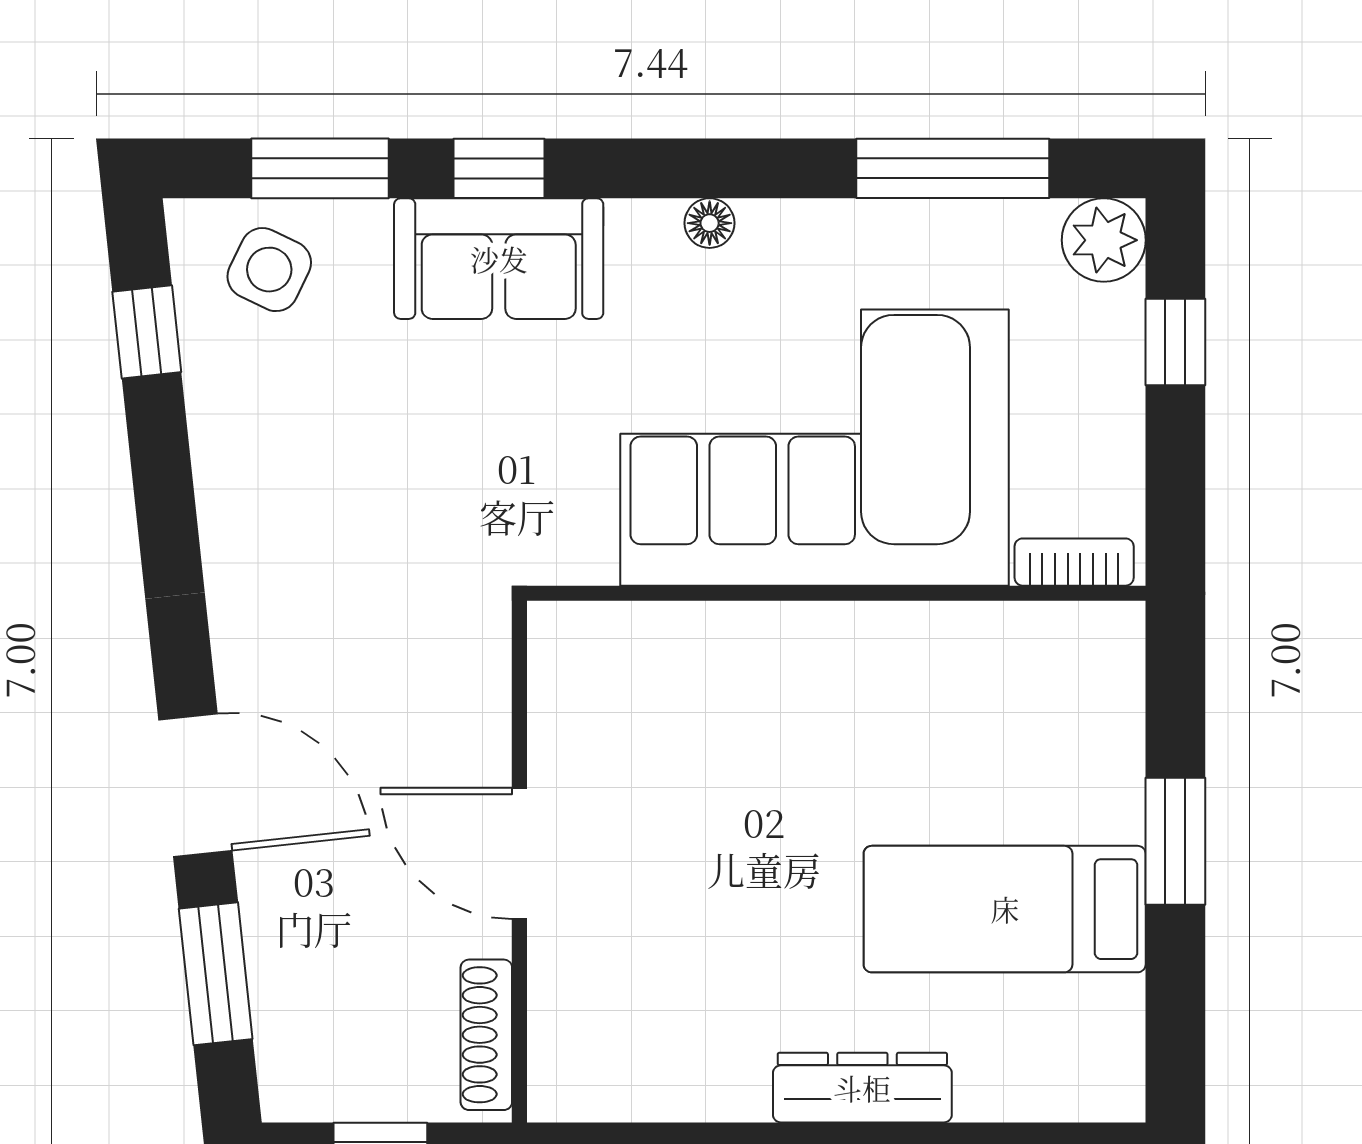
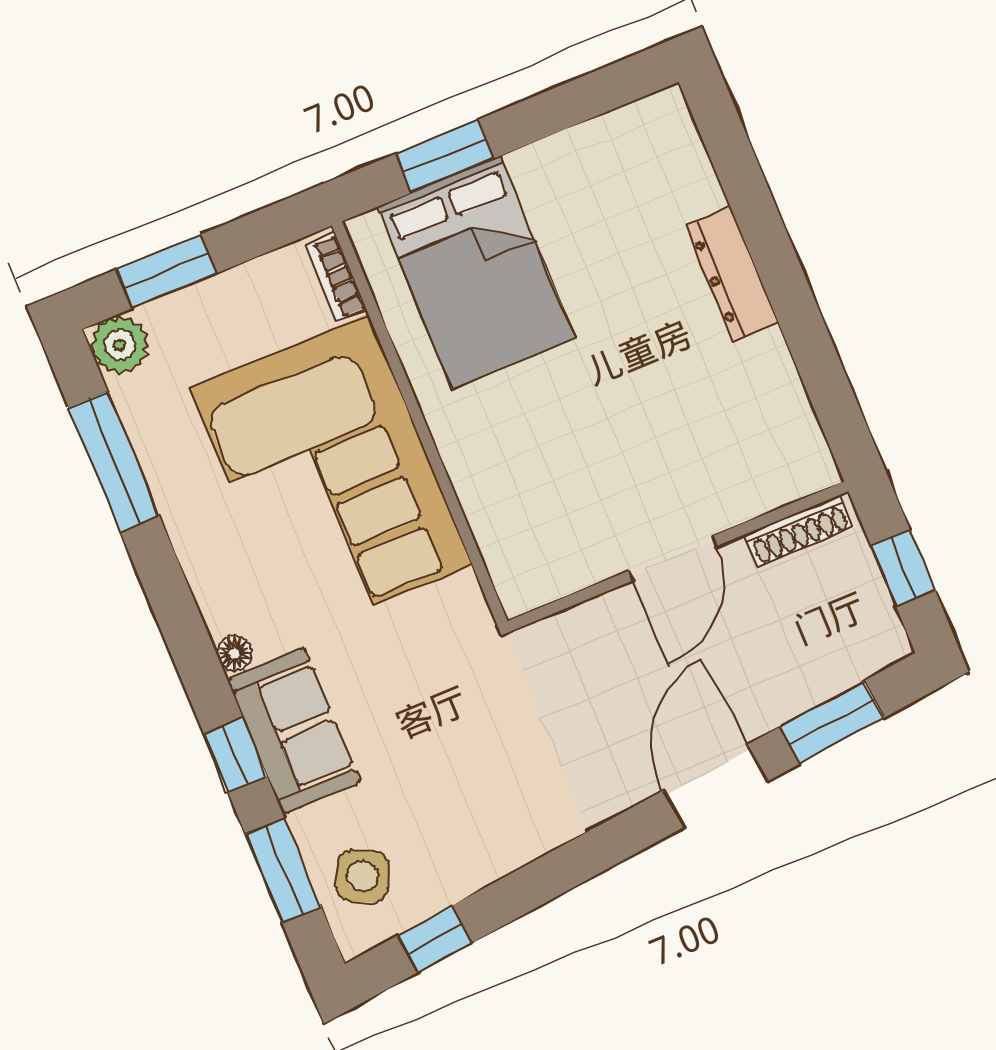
floor lamp: (710, 223) -> (235, 653), moved
window: (1175, 342) -> (167, 271), width x1.50
window: (1175, 841) -> (445, 156), moved
bed: (1005, 909) -> (476, 272), moved, width x1.50

